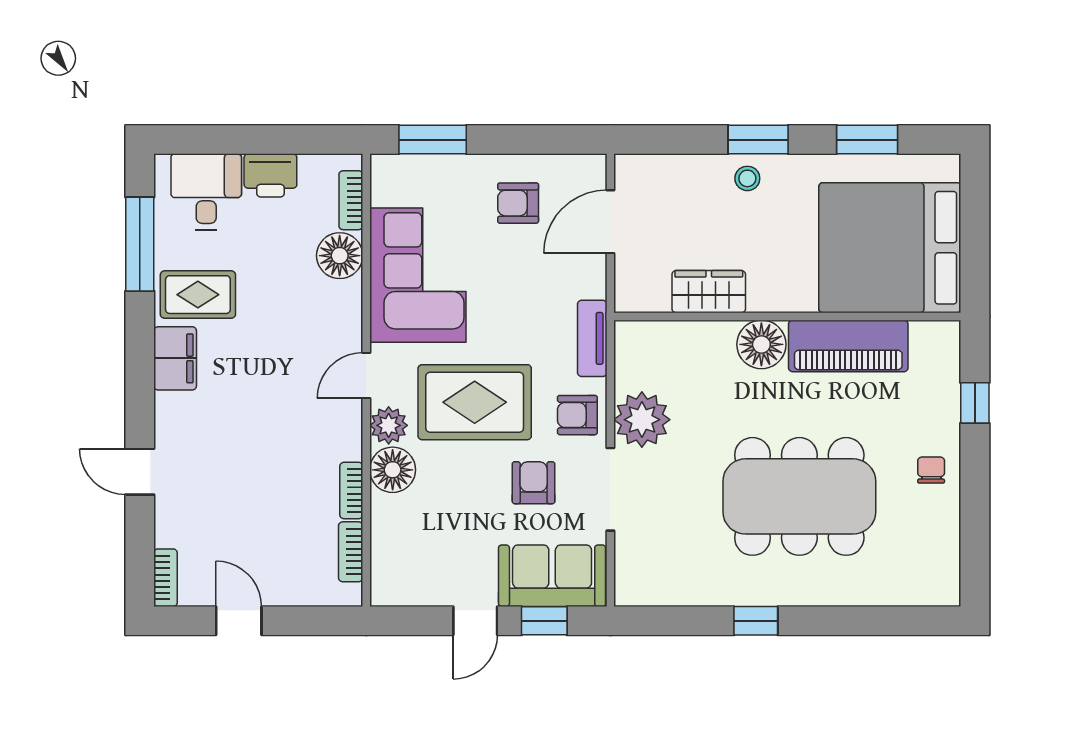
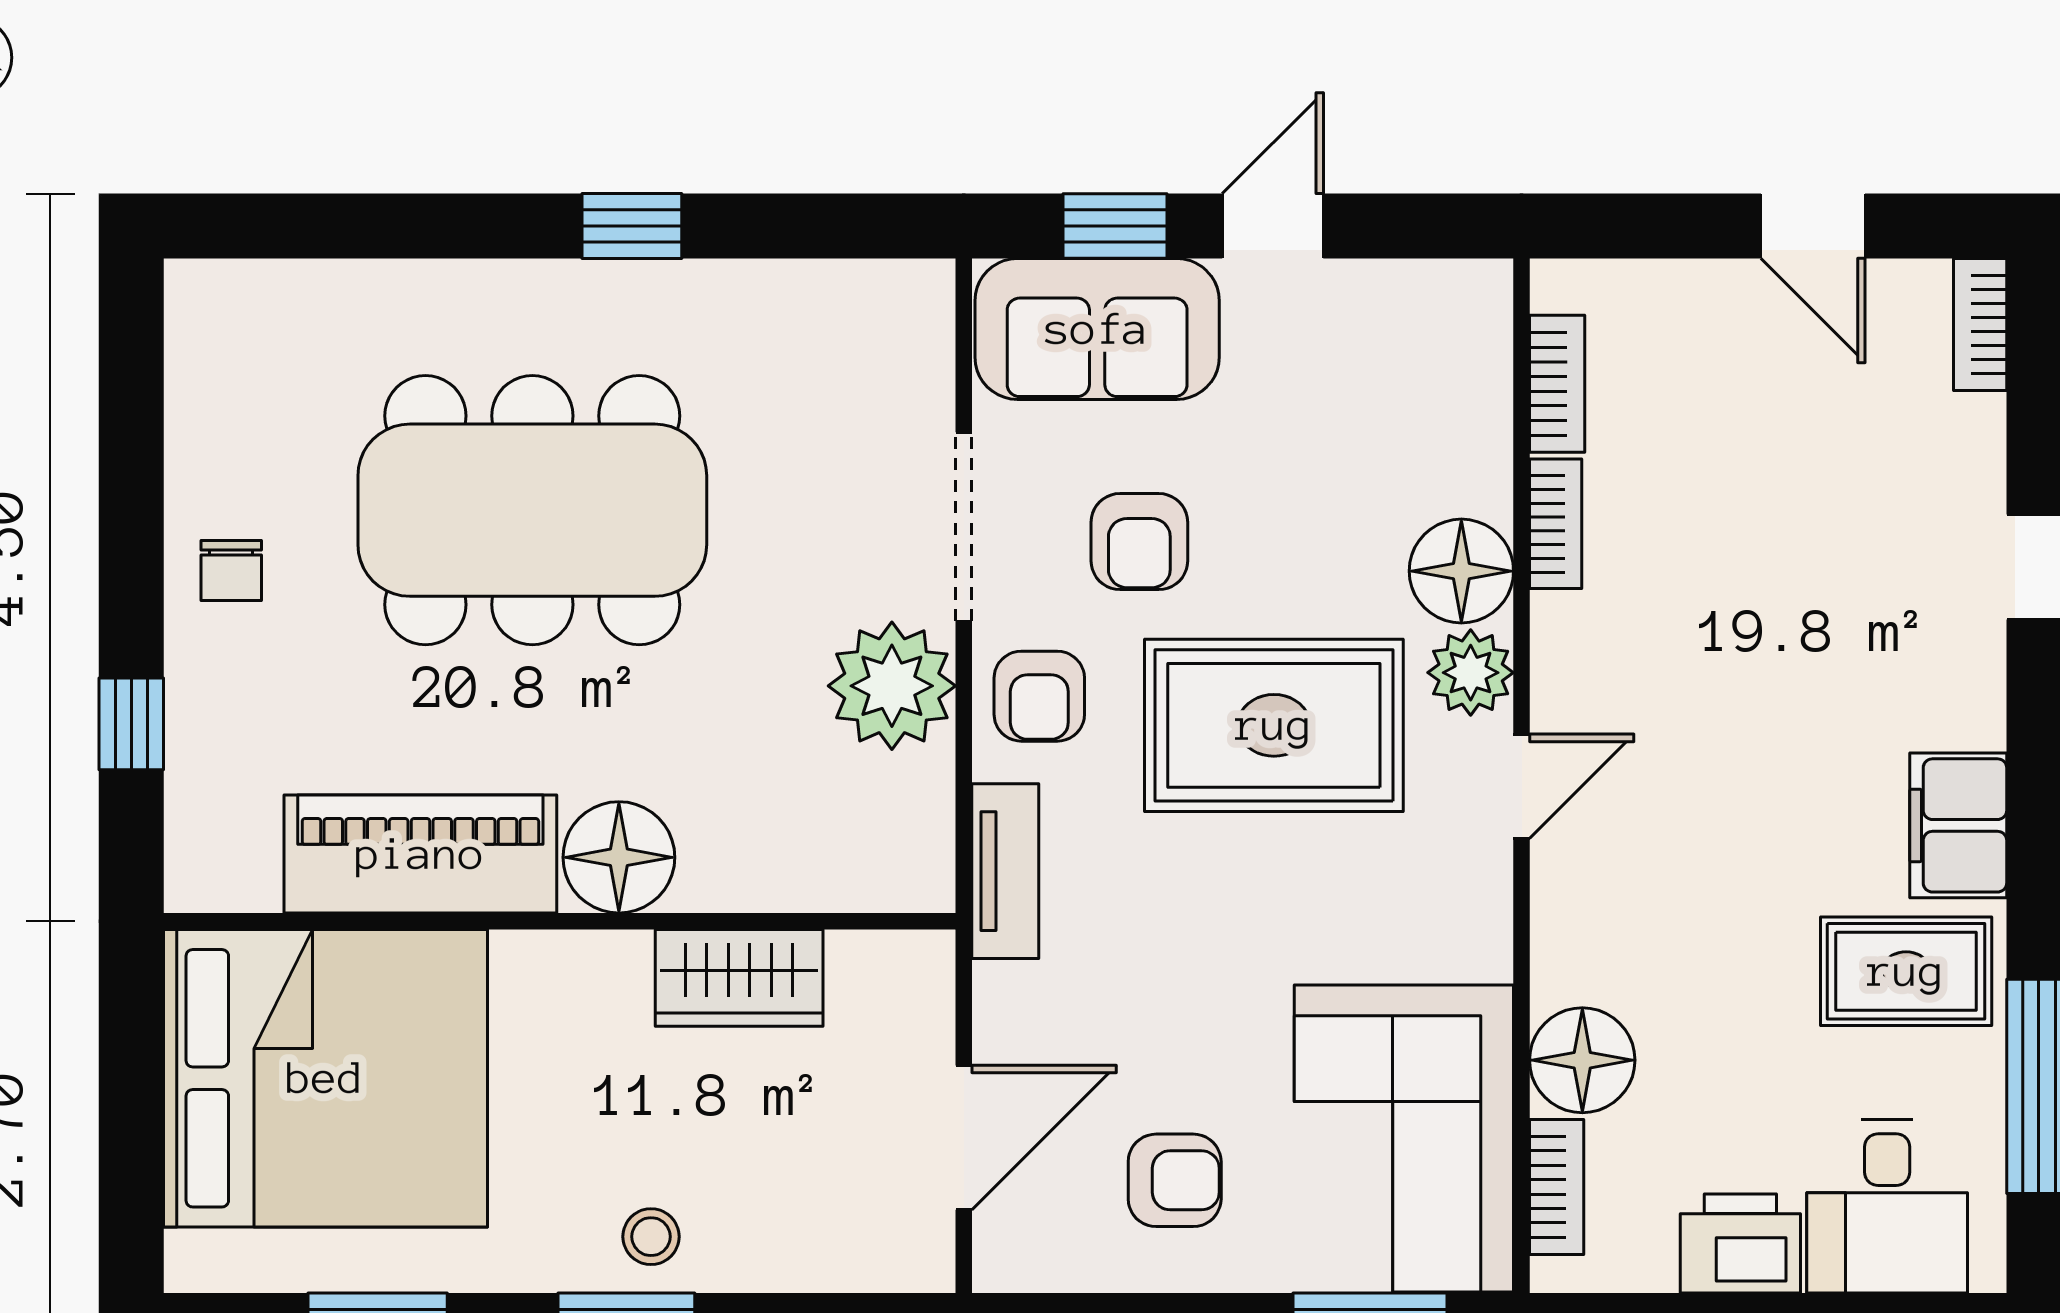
corner sofa: (418, 275) -> (1404, 1139), moved
armchair: (577, 415) -> (1039, 696), turned 90

